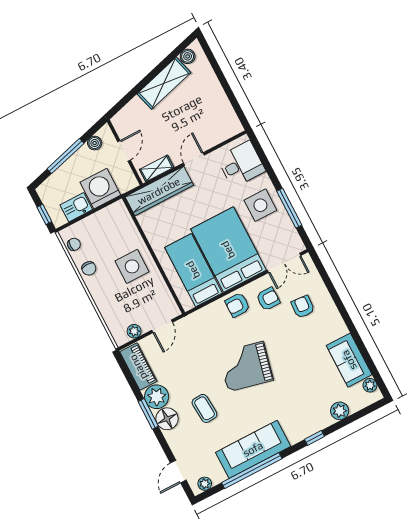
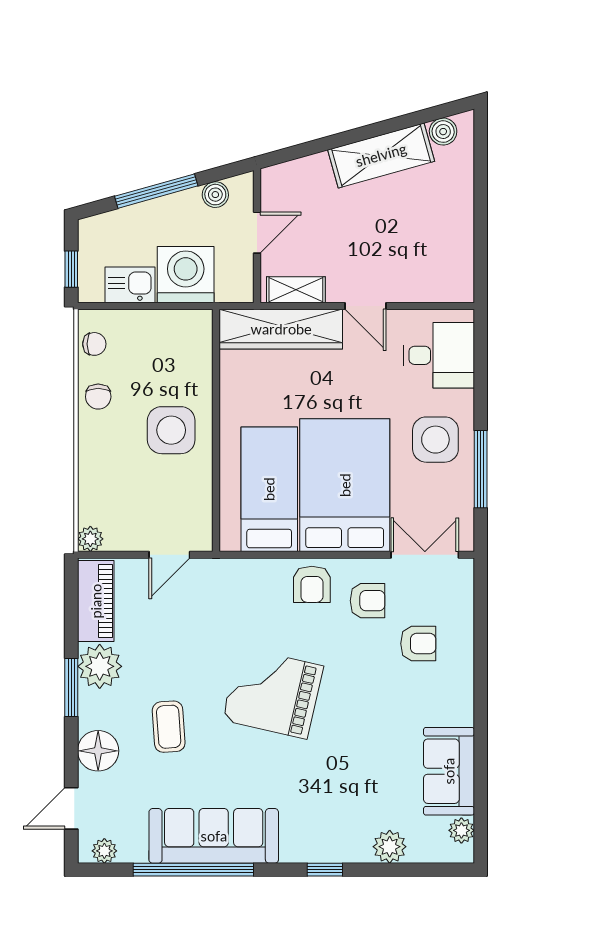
door: (194, 159) -> (366, 306), swing flipped
double door: (284, 263) -> (425, 555), swing flipped
armchair: (237, 305) -> (312, 584), turned -90
armchair: (303, 307) -> (418, 644), turned 86
plant: (134, 331) -> (90, 539), moved
floor lamp: (167, 419) -> (98, 751), moved

